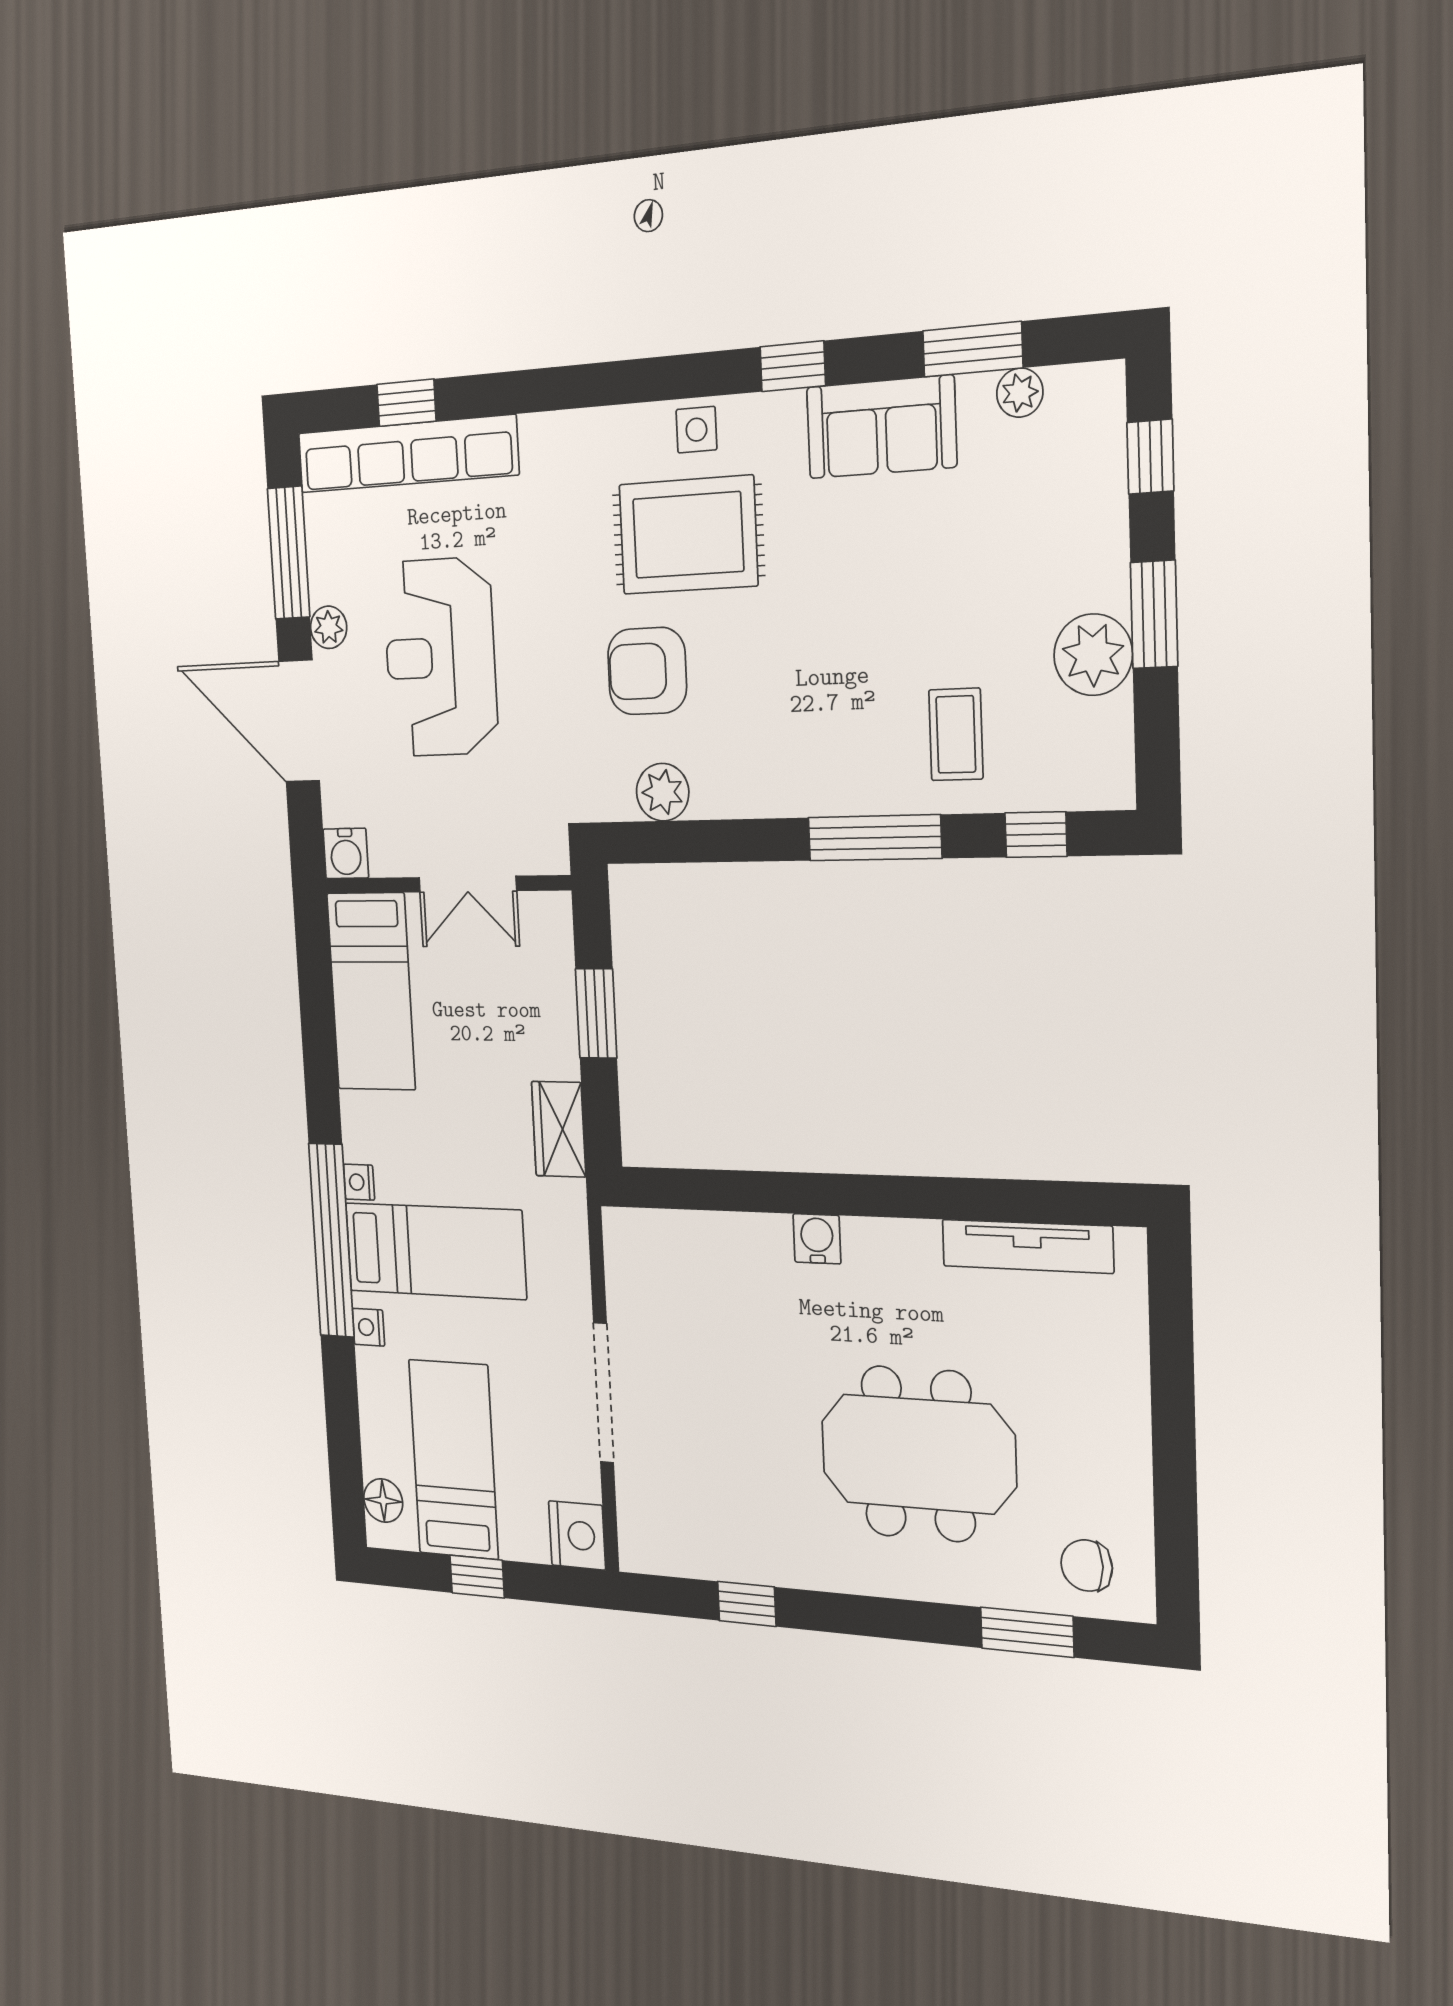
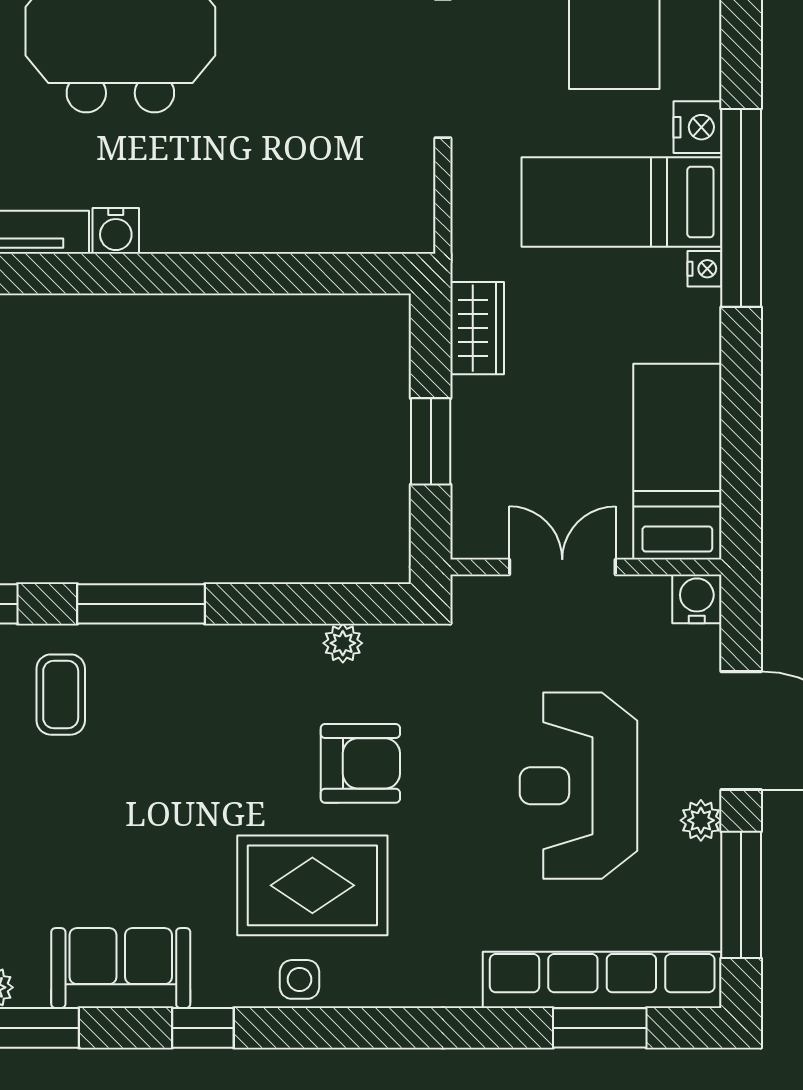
window: (406, 403) -> (600, 1028), width x1.50
reception desk: (440, 657) -> (578, 786), turned 180
plant: (663, 792) -> (343, 643), width x0.73, depth x0.73
water cooler: (817, 1239) -> (116, 231), moved
nightstand: (368, 1327) -> (698, 127), width x1.39, depth x1.35

